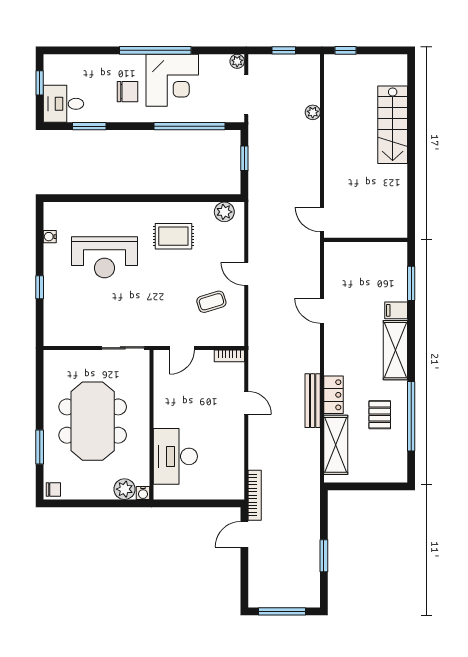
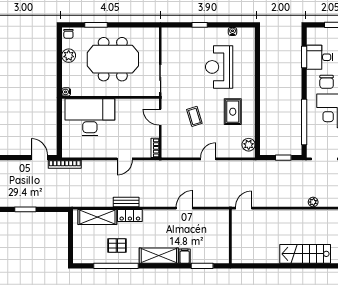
desk: (63, 104) -> (320, 57), moved, turned -90
coffee table: (211, 302) -> (194, 116), moved
bench: (313, 401) -> (126, 202), width x0.73
desk: (175, 456) -> (90, 117), width x1.36, depth x1.30
plant: (124, 489) -> (69, 56), moved

